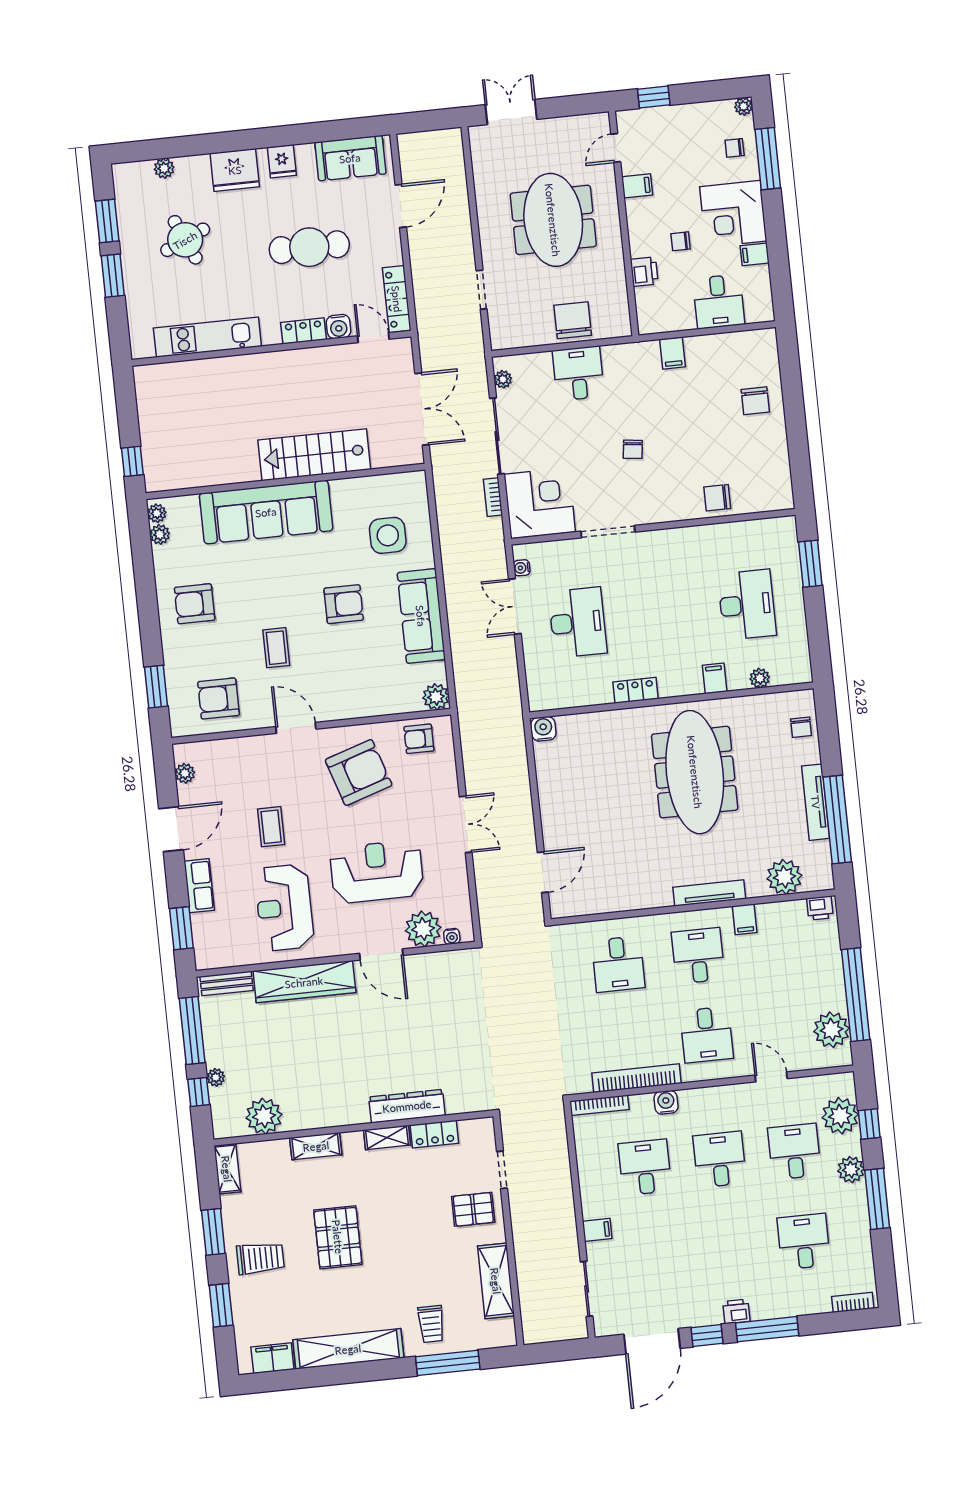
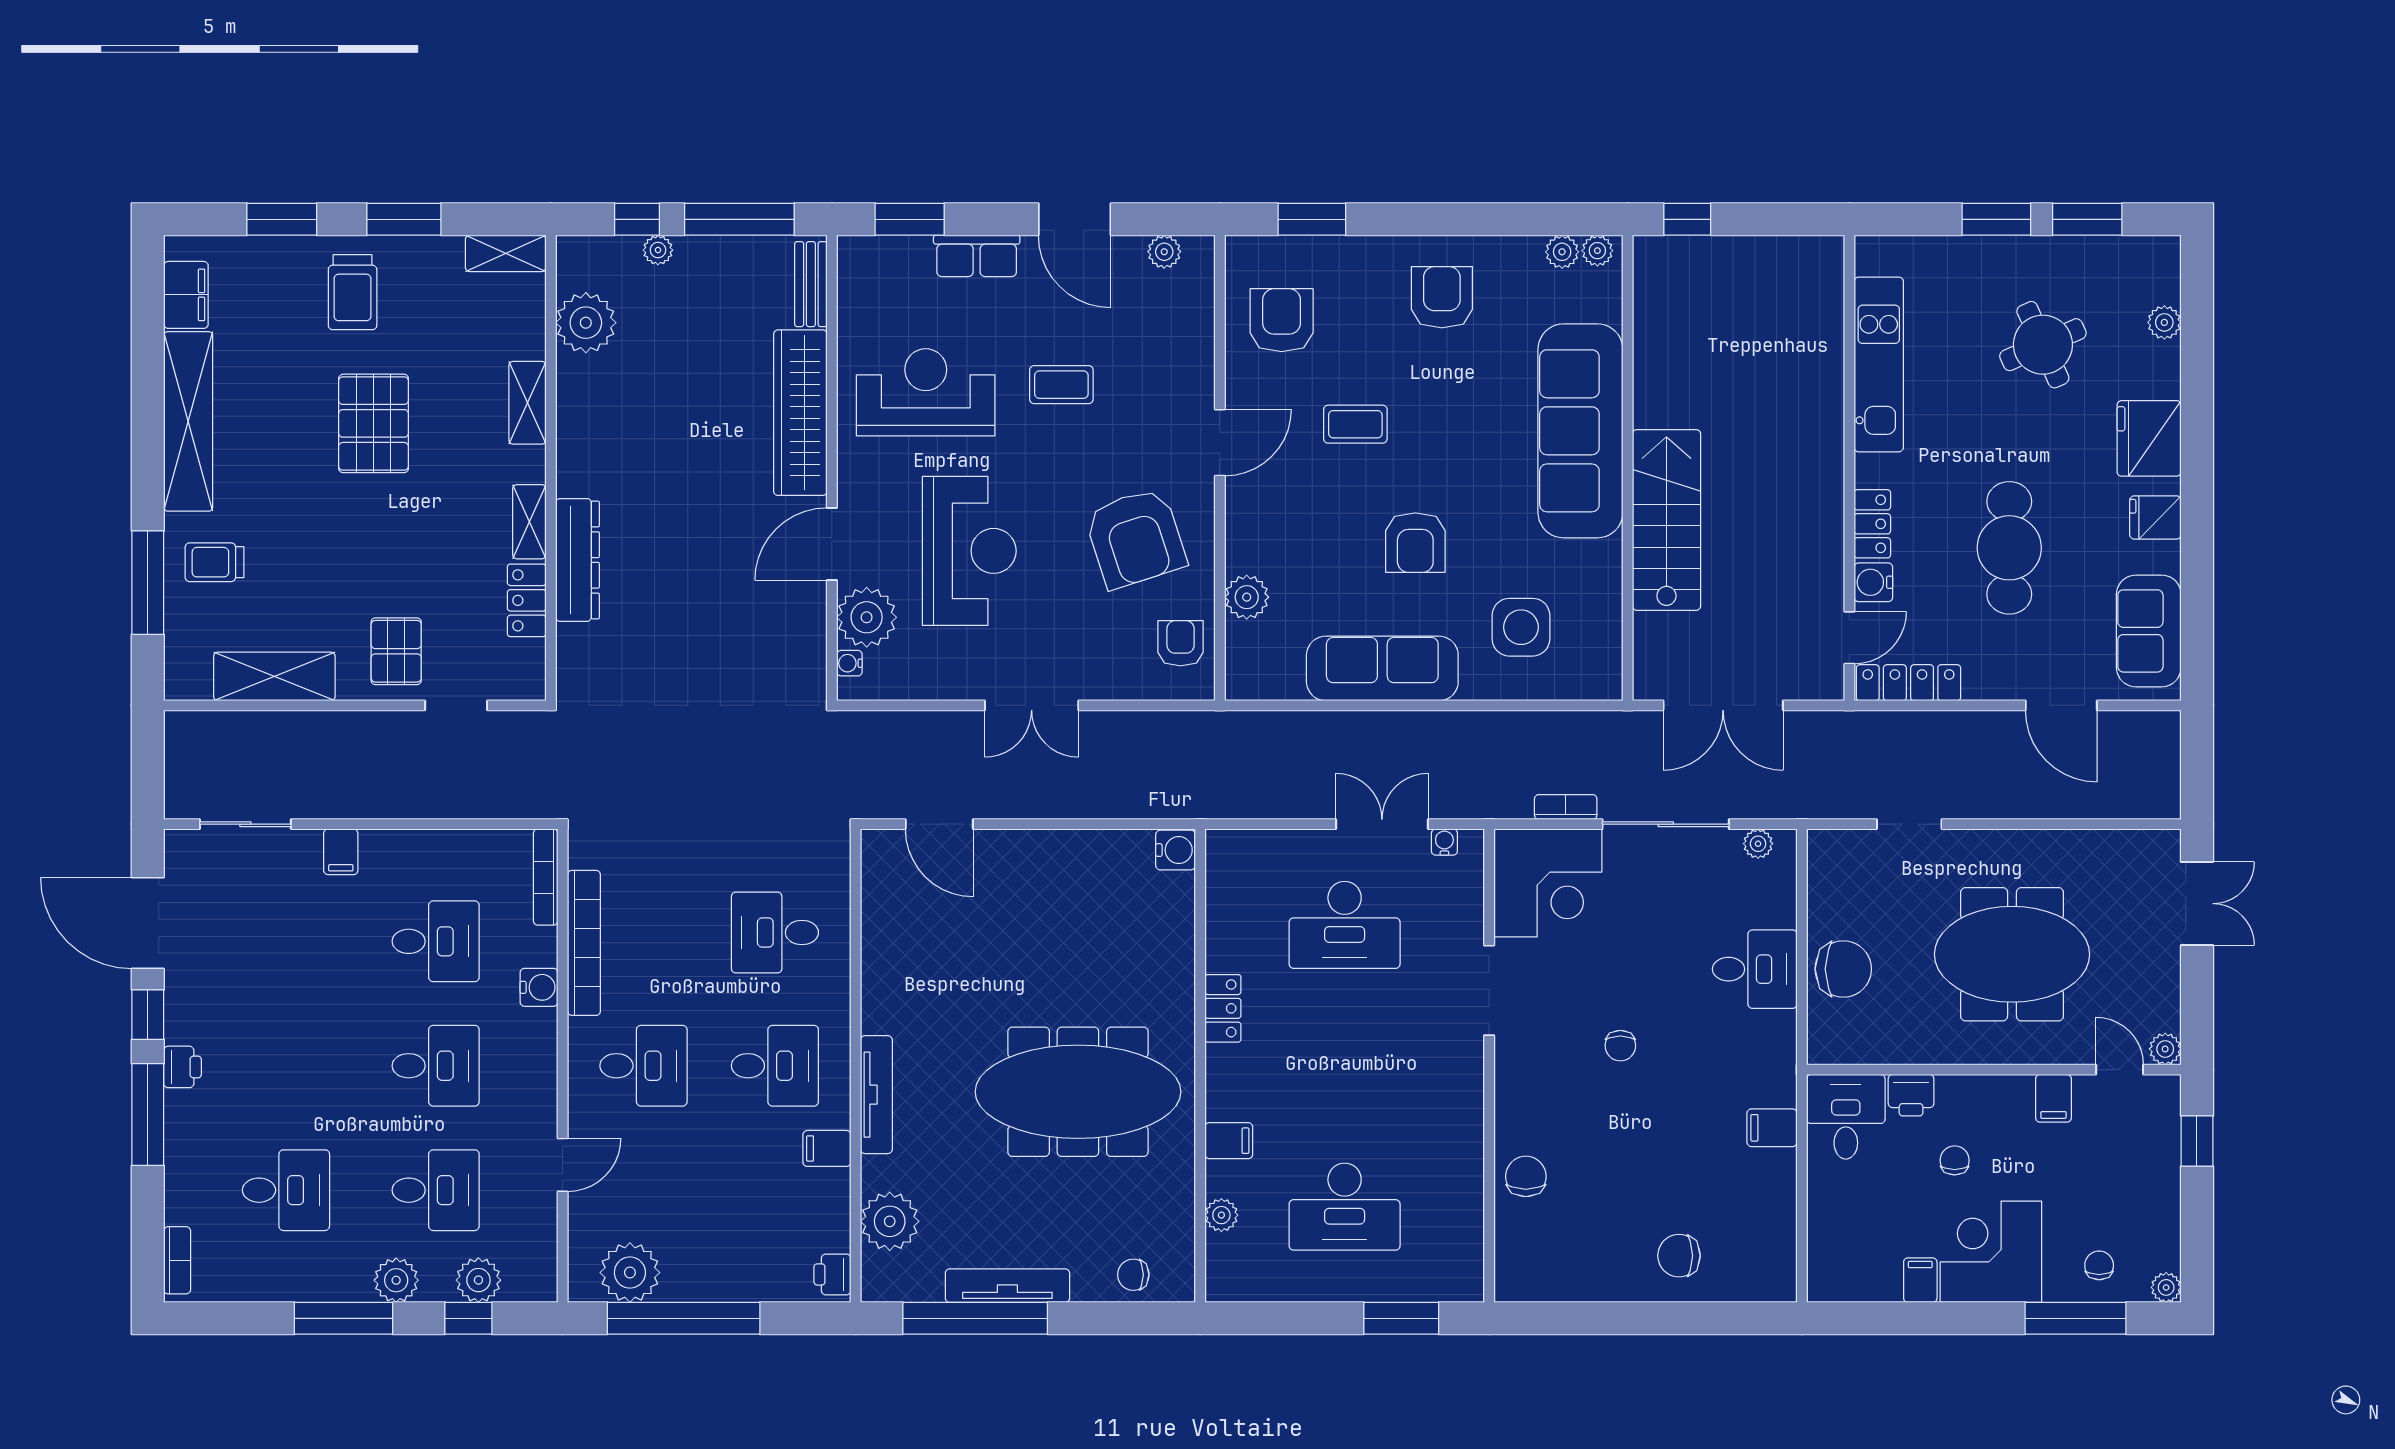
plant: (600, 122) -> (2165, 1049), added
desk: (719, 302) -> (1846, 1117), moved, turned 90
chair: (633, 449) -> (1620, 1046), turned -97
plant: (436, 697) -> (1247, 597), moved
desk: (707, 1035) -> (643, 1066), turned 180
plant: (840, 1116) -> (478, 1280), width x0.73, depth x0.73
pallet: (338, 1237) -> (374, 423), turned 90

